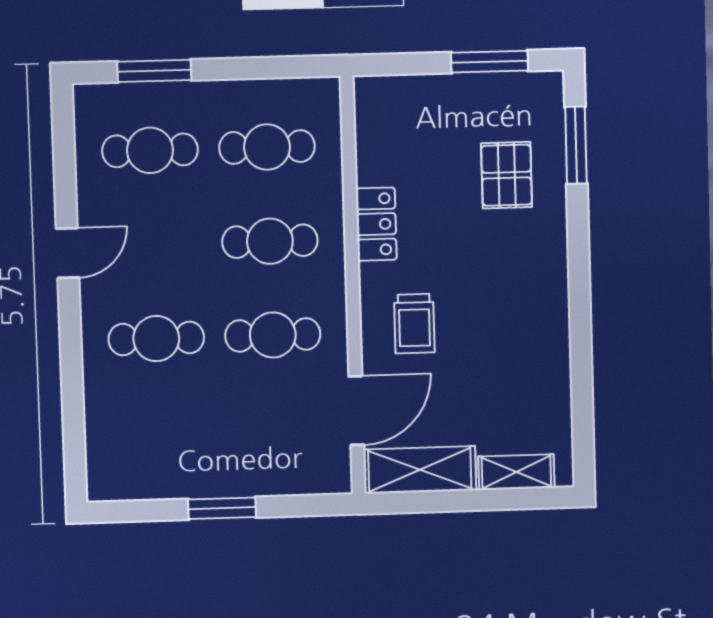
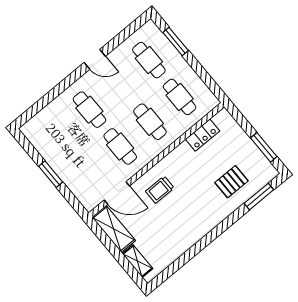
locker: (376, 224) -> (203, 135), moved

